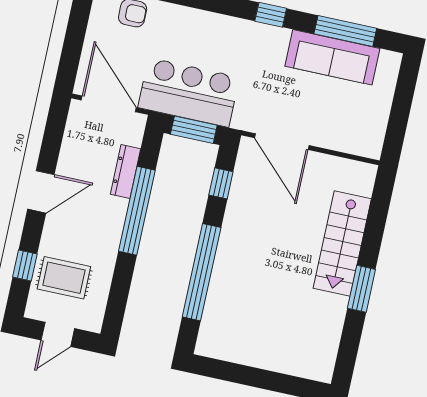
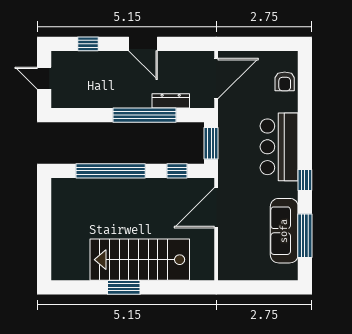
bar counter: (189, 92) -> (279, 147), moved, turned 180
stairs: (342, 243) -> (140, 260), width x1.36, depth x1.51
rug: (64, 278) -> (85, 74), removed

